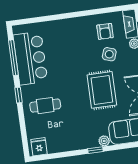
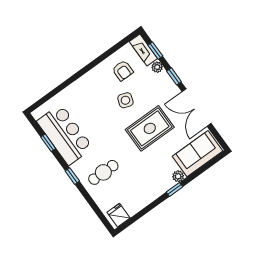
side table: (109, 54) -> (125, 100), moved
window: (13, 58) -> (48, 143), width x0.46
rug: (102, 90) -> (150, 128), turned 90

